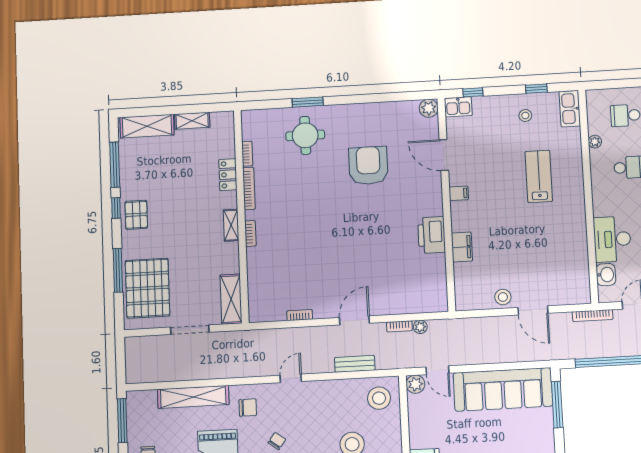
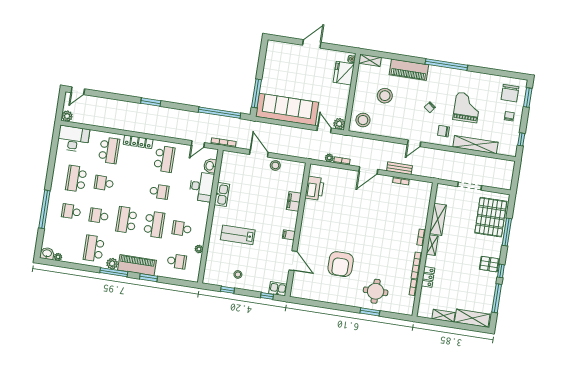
plant: (429, 108) -> (296, 292), removed
kitchen sink: (570, 109) -> (222, 194), moved
lab bench: (539, 176) -> (238, 235), turned 90
pallet: (136, 215) -> (489, 264), turned 90
printer: (432, 235) -> (315, 188), moved
shelving: (231, 299) -> (438, 219), moved
bench: (355, 364) -> (399, 168), moved
window: (122, 421) -> (521, 139), width x0.46

